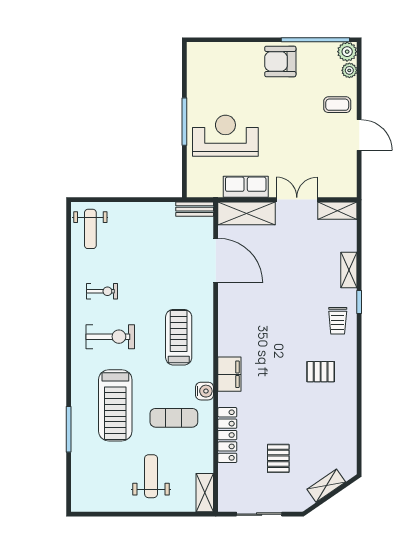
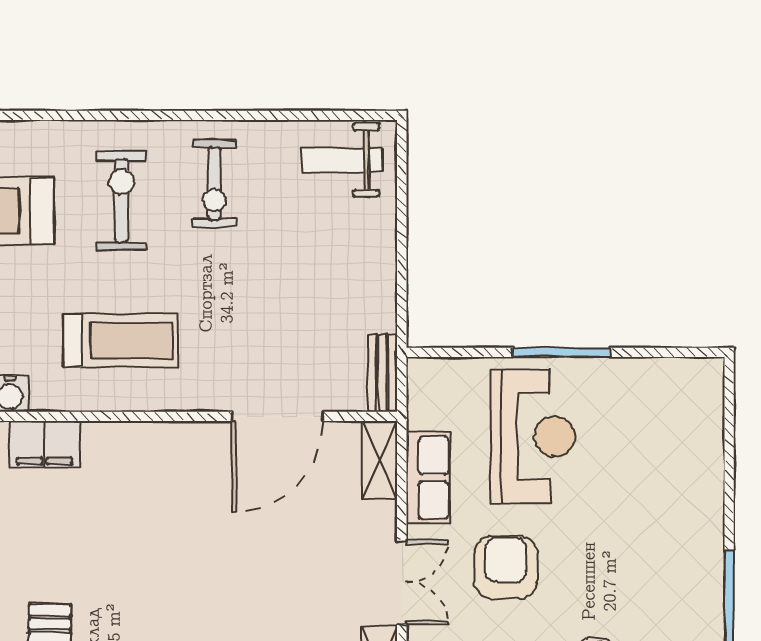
armchair: (280, 61) -> (506, 567), moved
shelving: (247, 213) -> (380, 460), width x0.67, depth x0.75
exercise bike: (102, 291) -> (214, 184), width x1.38, depth x1.39
exercise bike: (110, 337) -> (121, 201), turned 180

